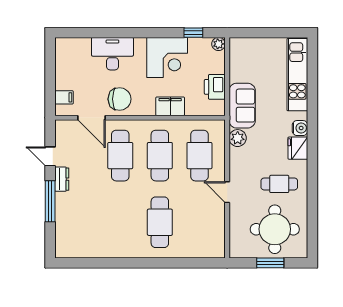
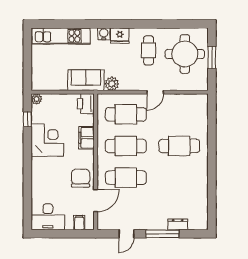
desk: (112, 54) -> (48, 217), moved, turned -90
printer: (215, 87) -> (86, 104), moved, turned 90
dresser: (62, 179) -> (178, 224), moved

